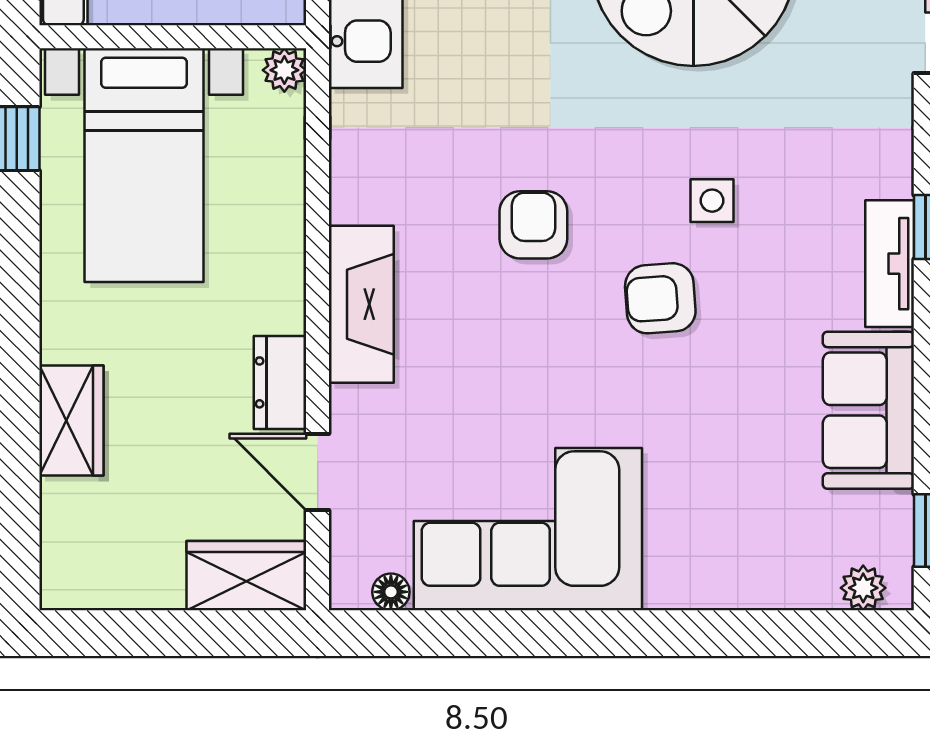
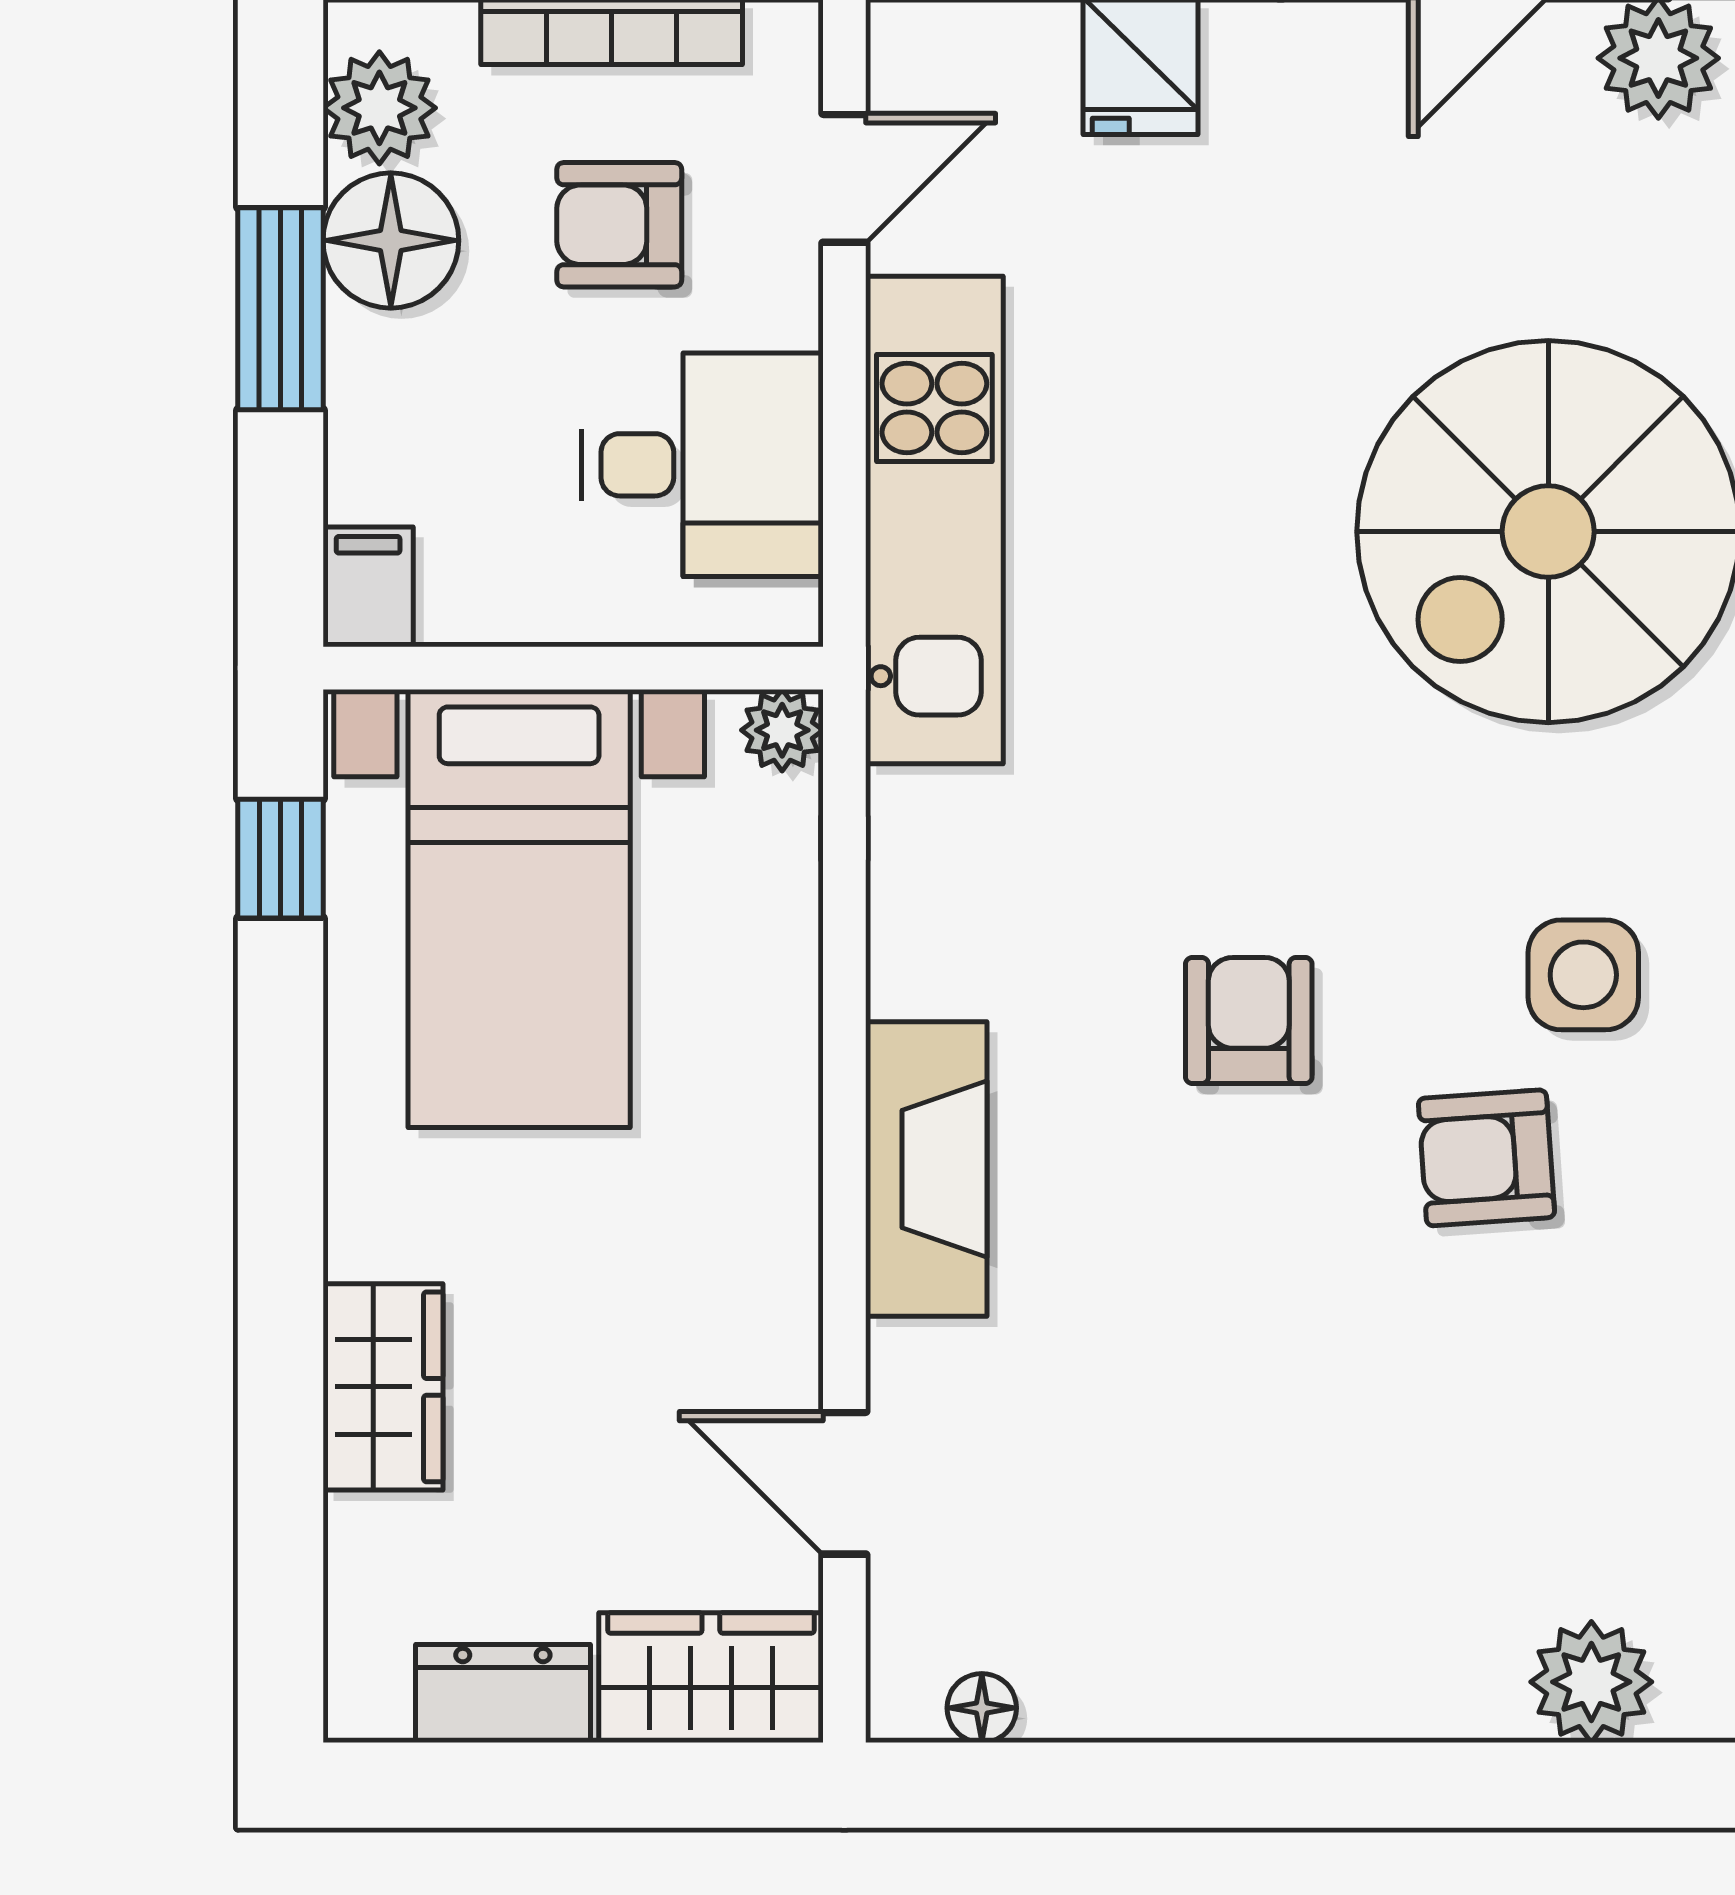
side table: (712, 201) -> (1583, 975), width x1.37, depth x1.37
dresser: (280, 382) -> (503, 1693), moved, turned 90
corner sofa: (528, 529) -> (1238, 1590), removed
plant: (716, 578) -> (1591, 1682), added

